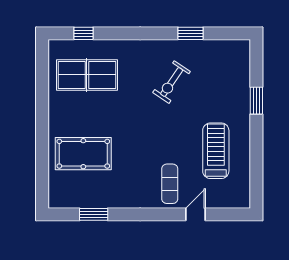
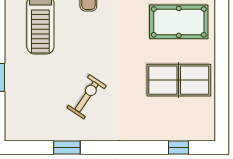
table tennis table: (87, 75) -> (179, 80), moved

